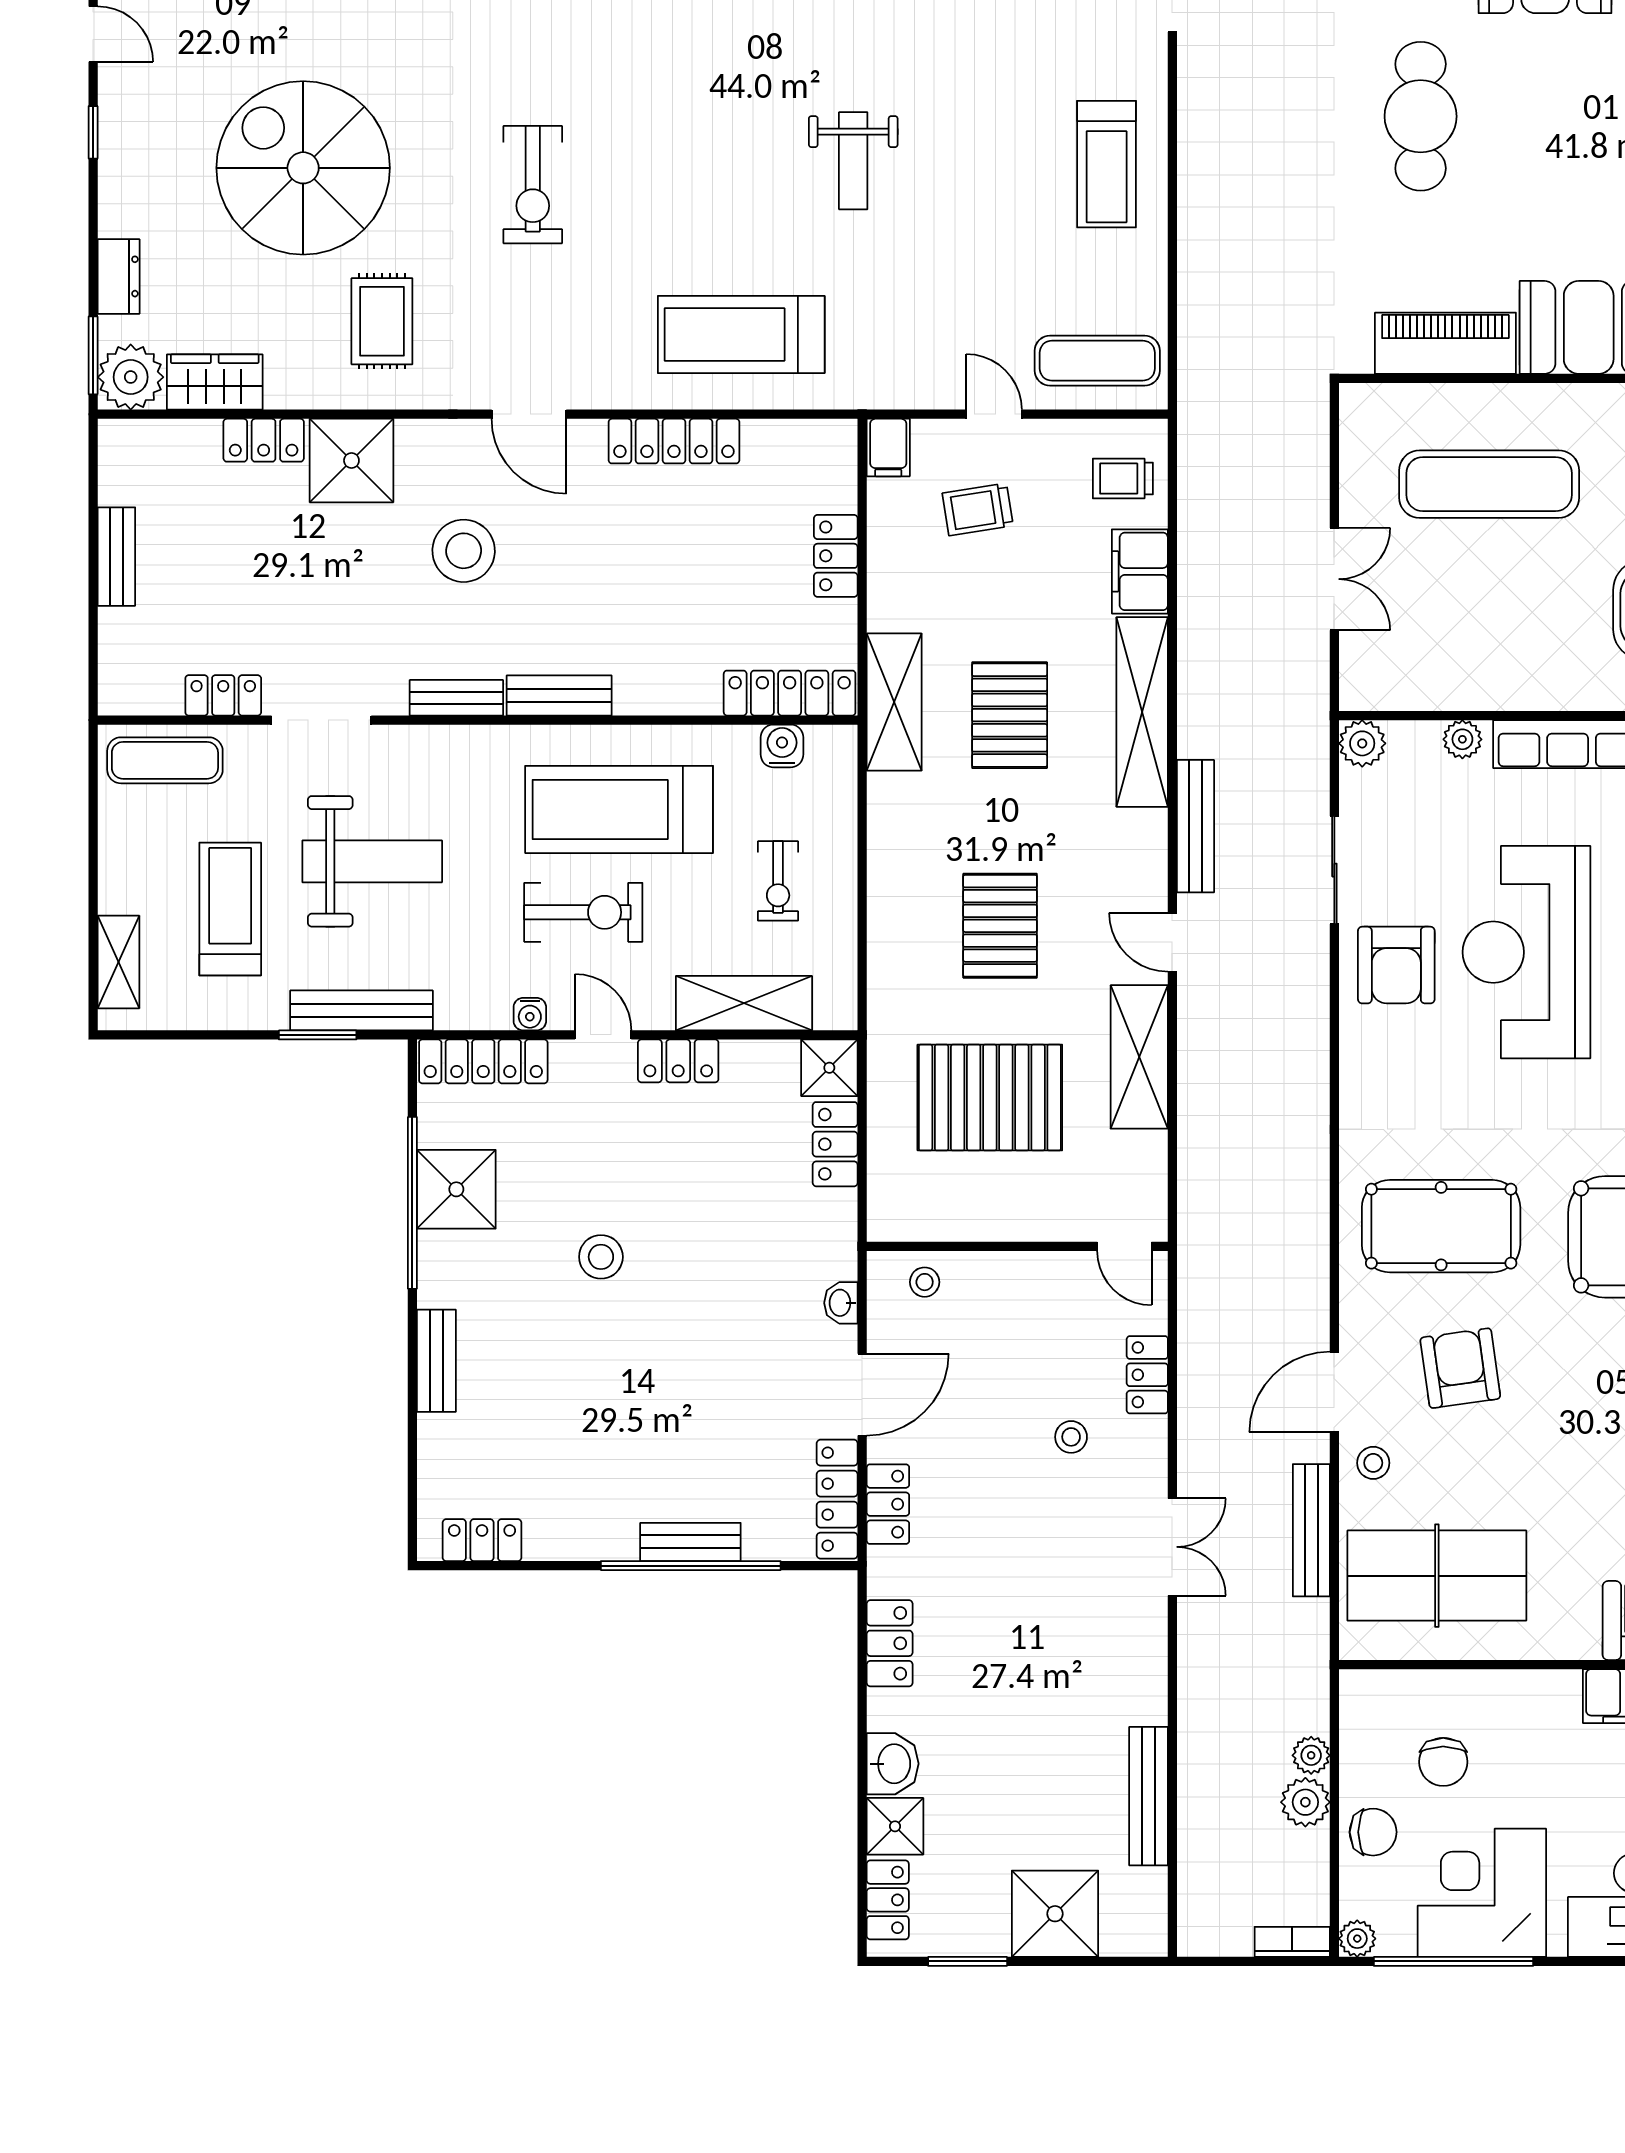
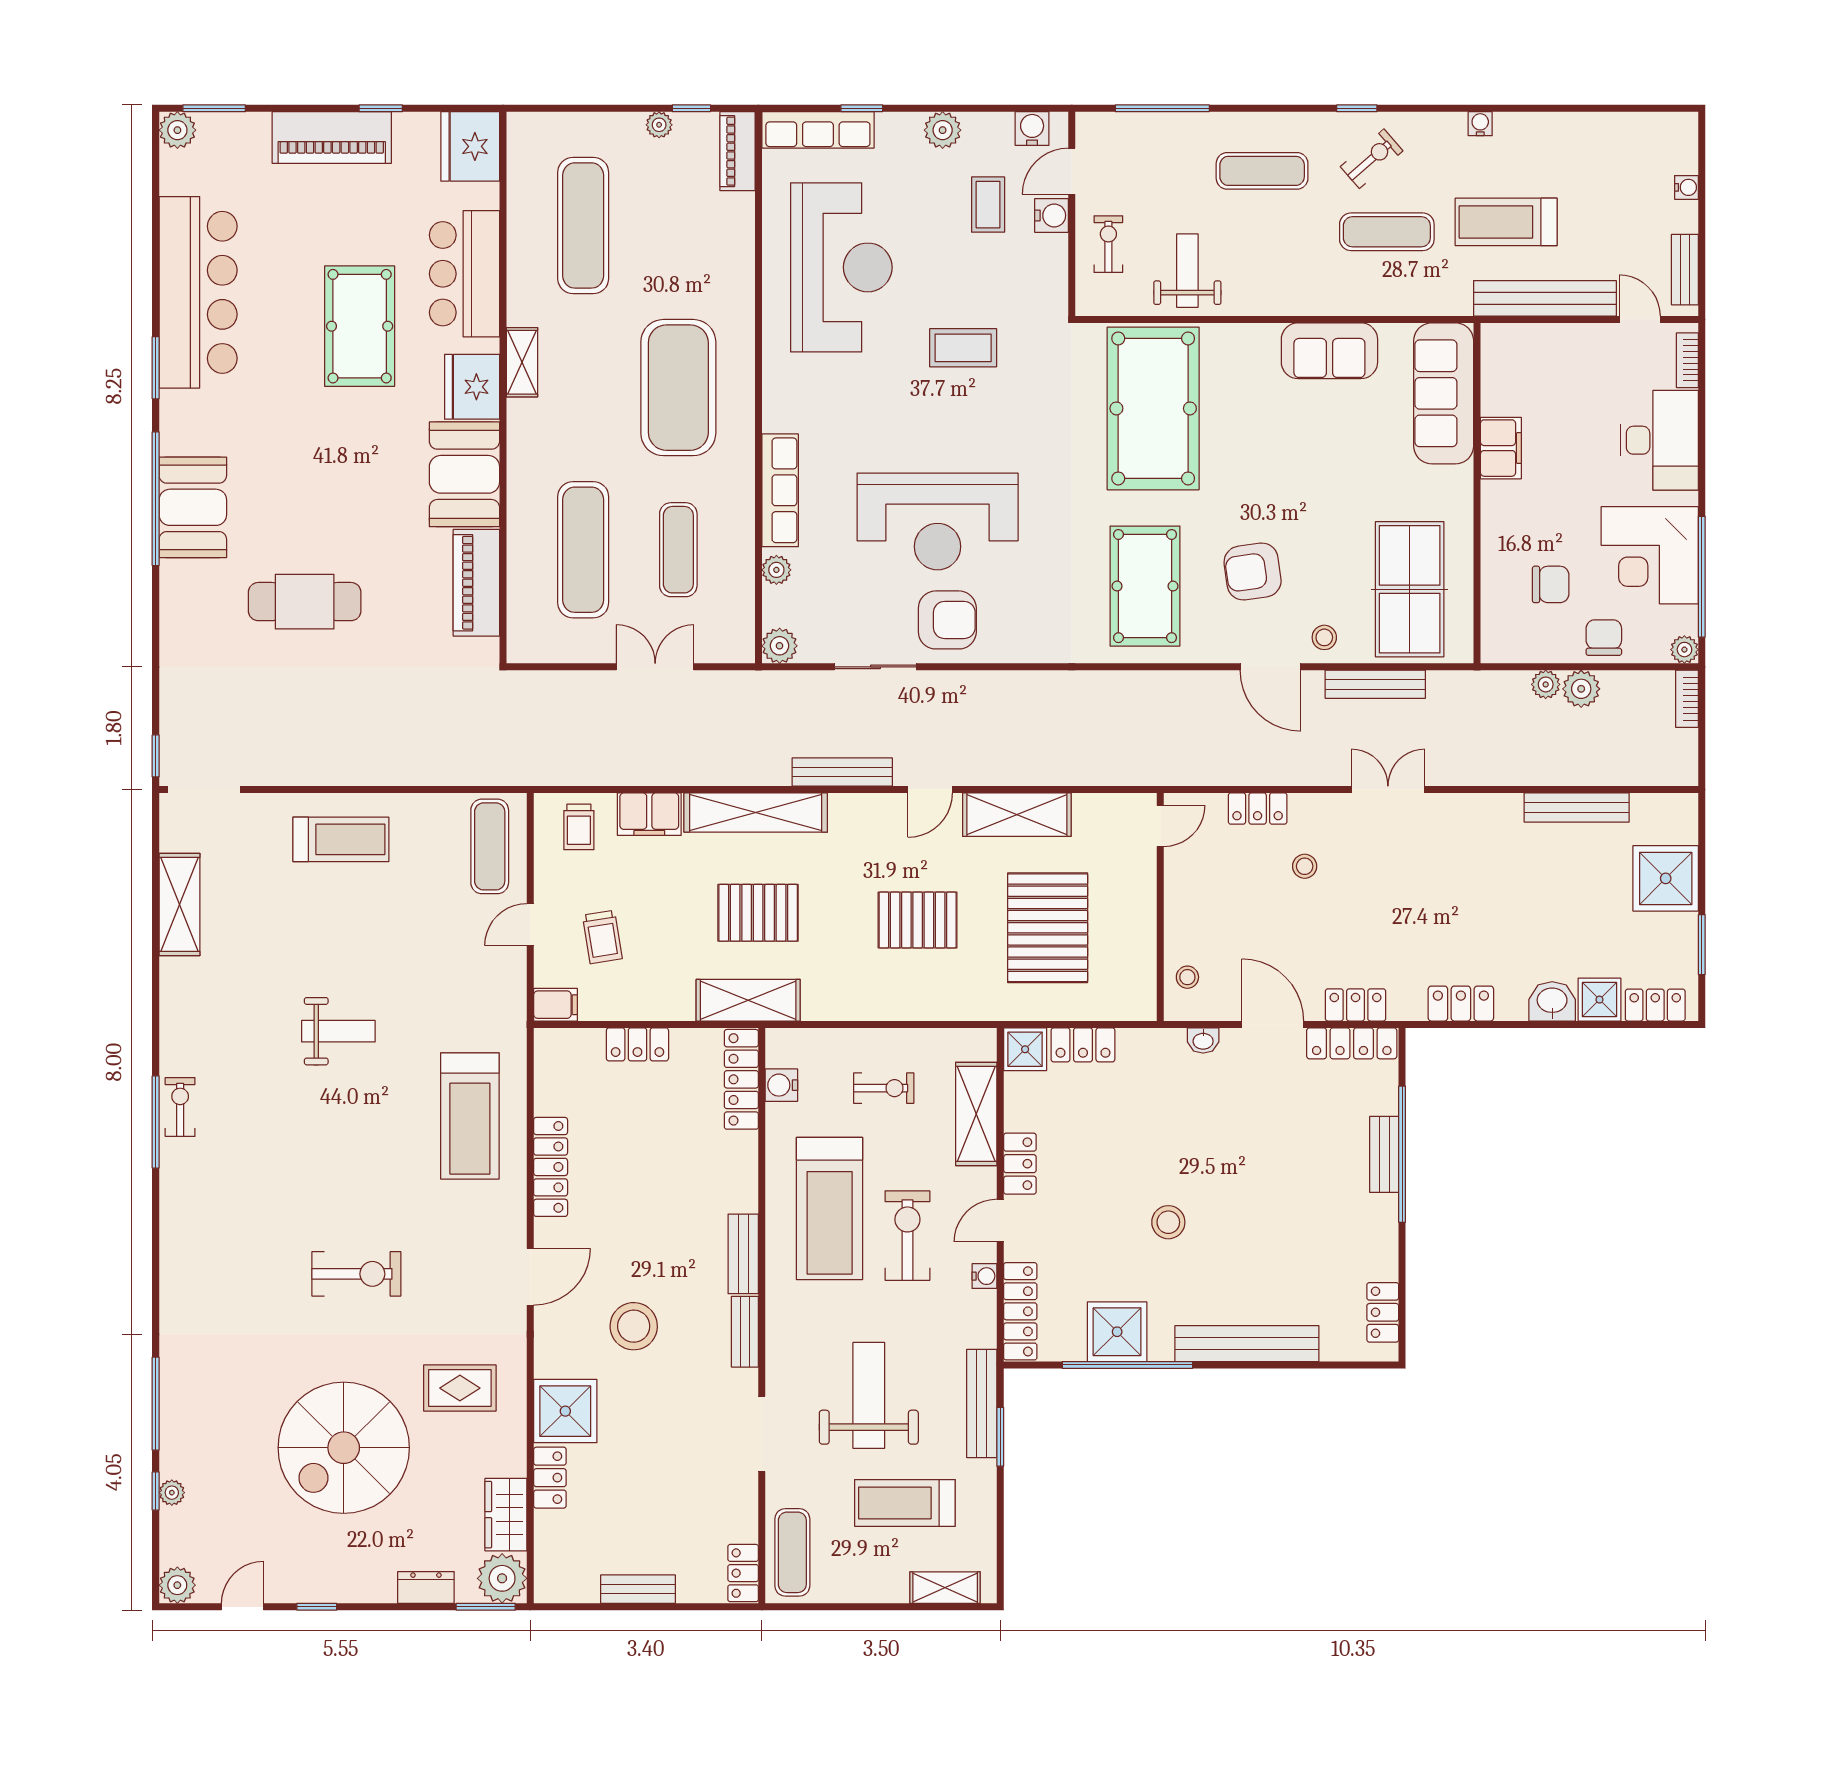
exercise mat: (1489, 610) -> (678, 550), added
locker: (223, 695) -> (743, 1573), moved
bench: (436, 1361) -> (1247, 1344), width x1.86, depth x1.21

